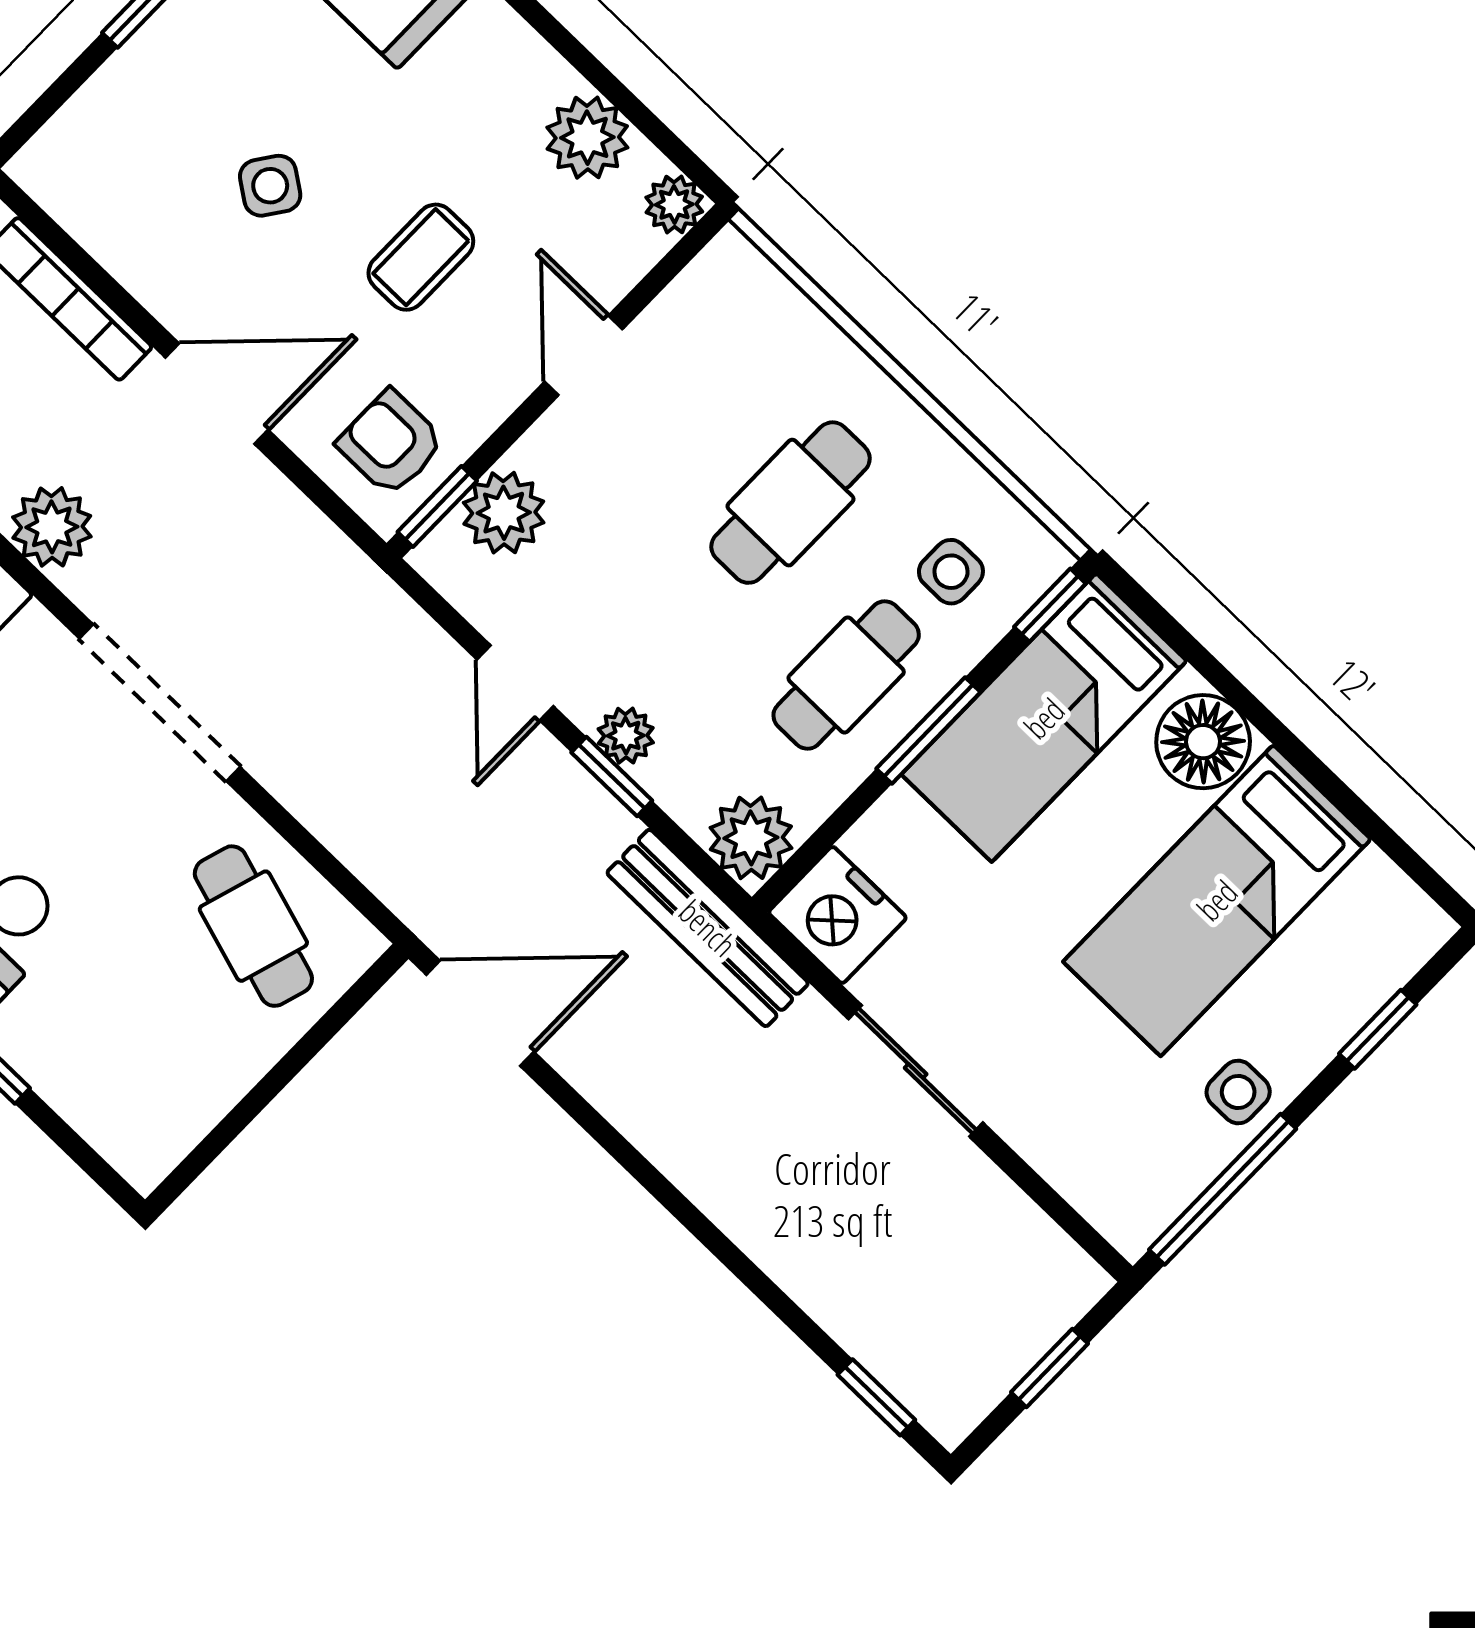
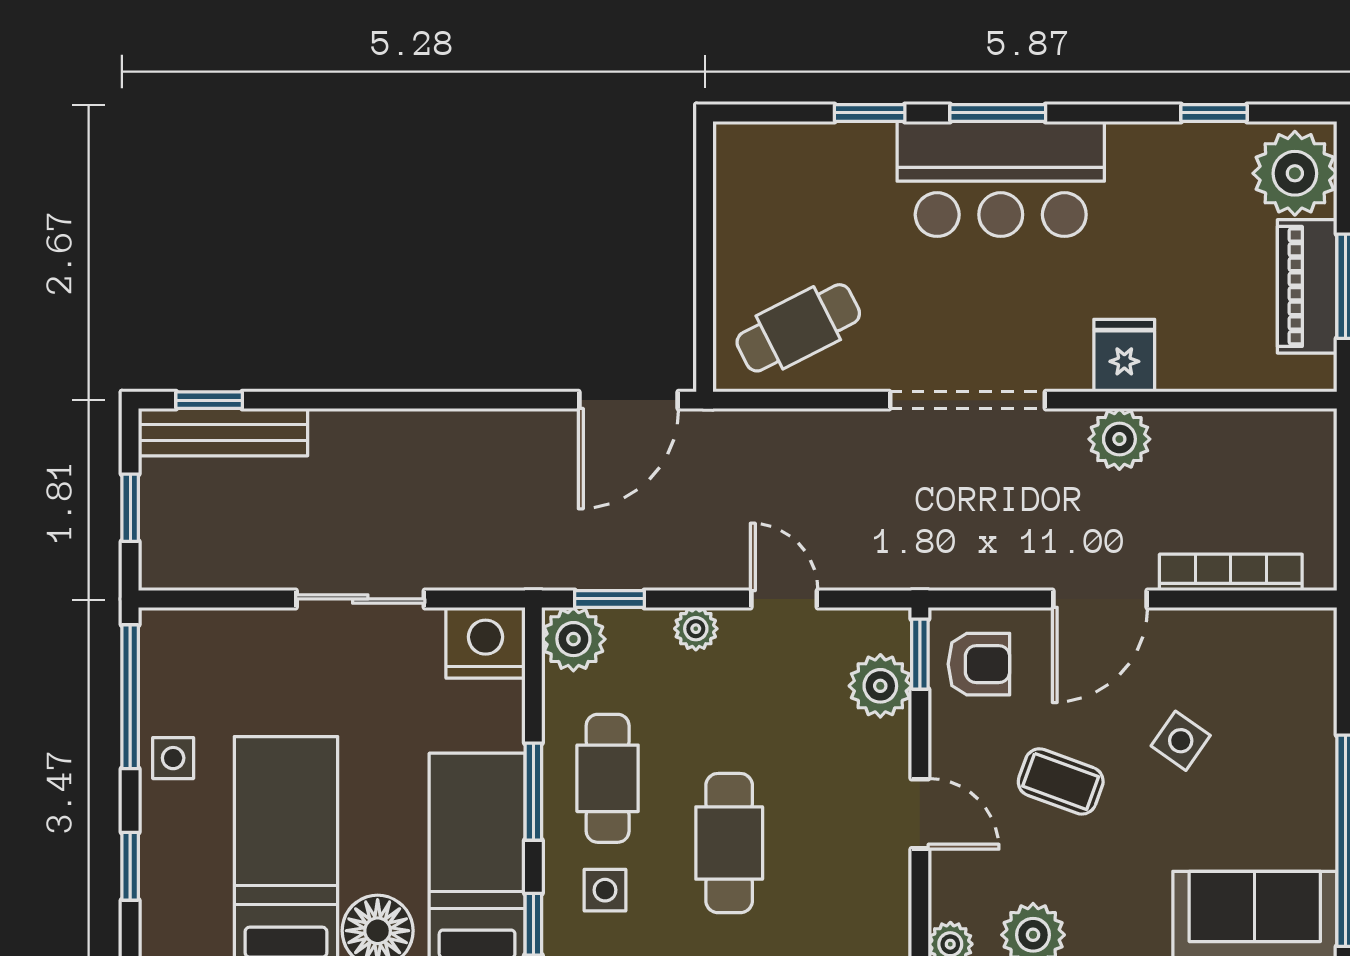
coffee table: (421, 257) -> (1061, 781), turned -70
window: (612, 776) -> (609, 599), moved
cafe table: (253, 926) -> (798, 328), turned -44
bench: (708, 928) -> (223, 432), moved

